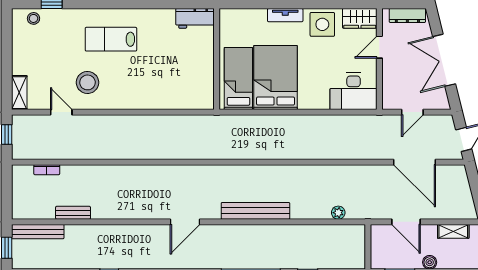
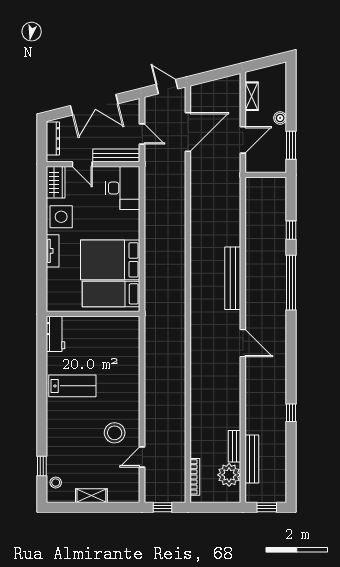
lab bench: (111, 39) -> (72, 386), moved, turned -90
bench: (389, 84) -> (116, 155), added
shelving: (19, 93) -> (91, 496), moved
bookcase: (47, 170) -> (195, 477), width x1.56
plant: (338, 213) -> (229, 475), moved, width x1.87, depth x1.87
bench: (38, 232) -> (252, 459), moved

